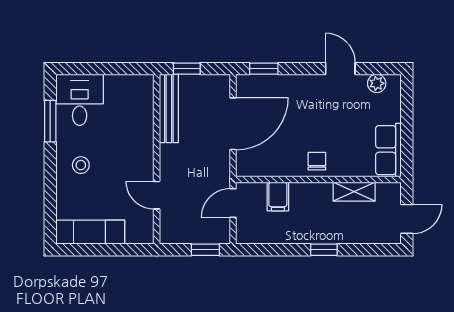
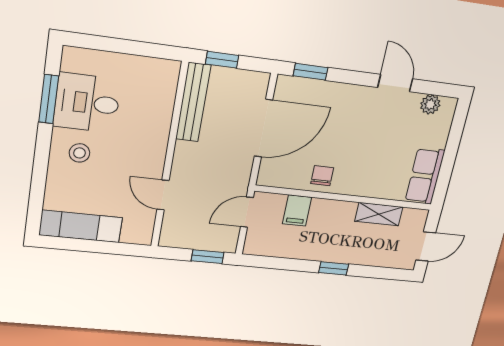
desk: (80, 100) -> (87, 103), moved, turned -90
chair: (317, 161) -> (322, 176), moved

